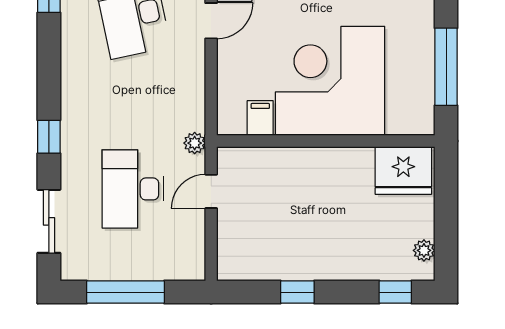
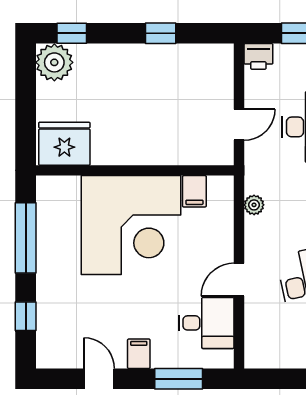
plant: (195, 143) -> (254, 205), moved
plant: (424, 250) -> (54, 62), width x1.87, depth x1.87
printer: (190, 267) -> (258, 56), added

